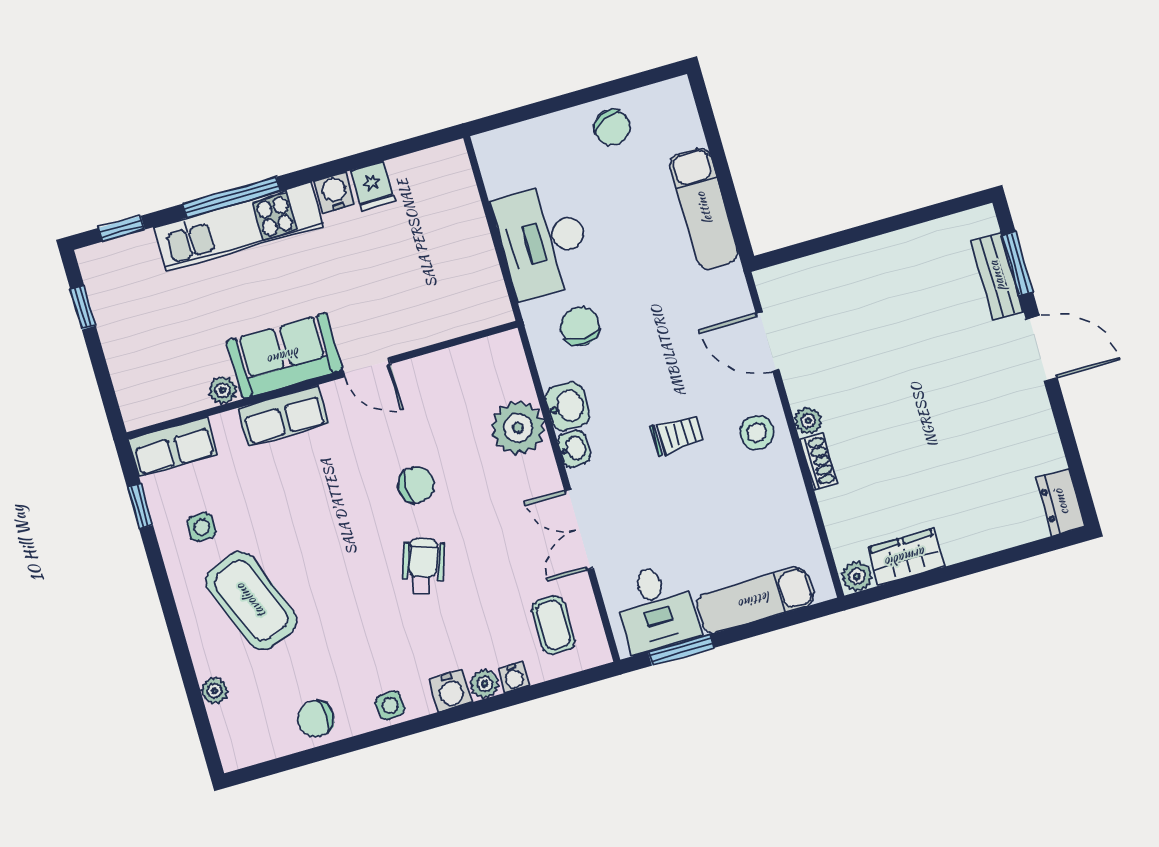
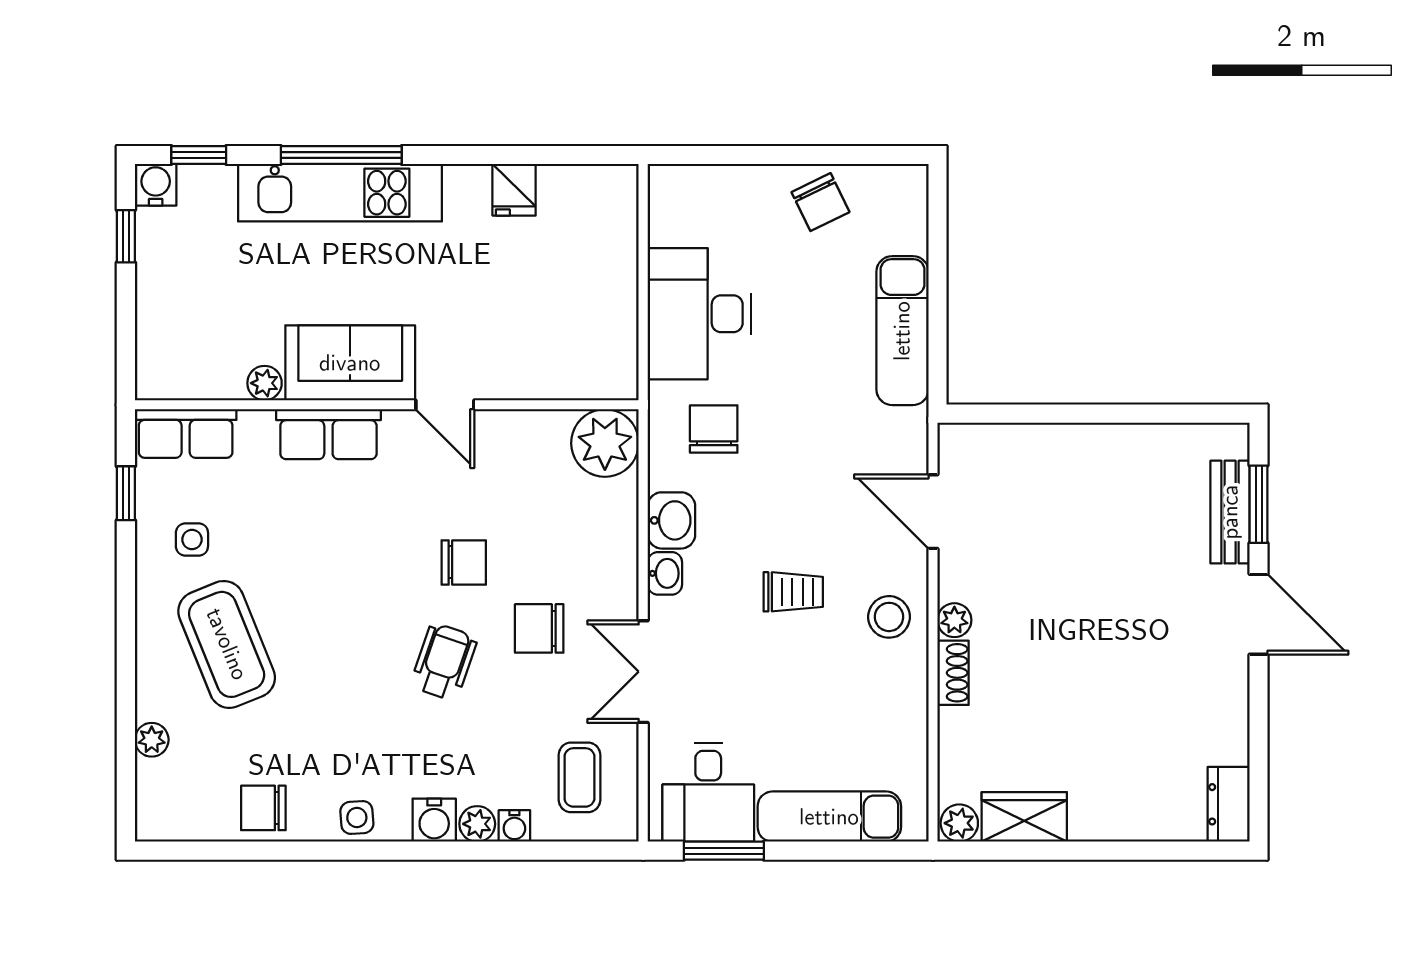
water cooler: (335, 192) -> (156, 185), moved
plant: (518, 428) -> (605, 443), moved
chair: (489, 519) -> (539, 628), added

